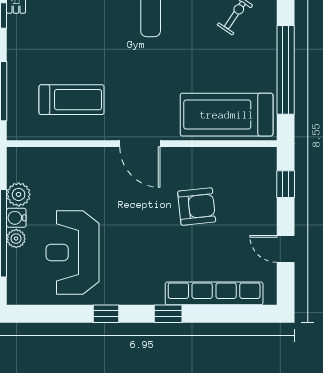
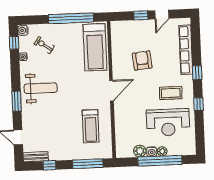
treadmill: (72, 100) -> (91, 126), turned 180
window: (286, 184) -> (141, 15), moved
coffee table: (130, 260) -> (171, 93), added

